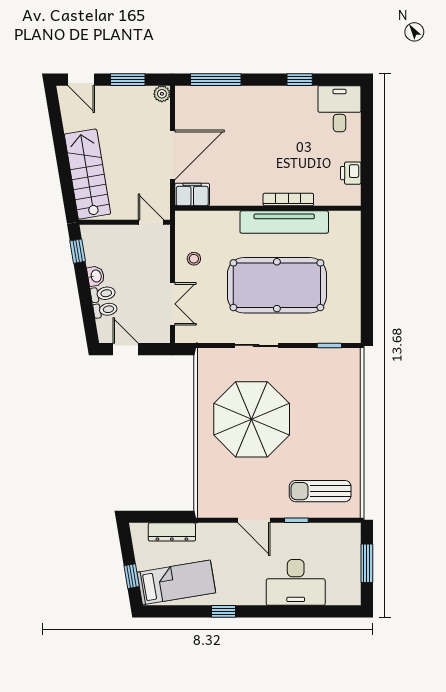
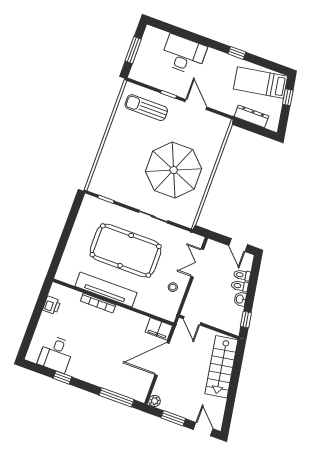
desk: (339, 109) -> (56, 354), moved
sun lounger: (320, 491) -> (146, 108), turned 180

